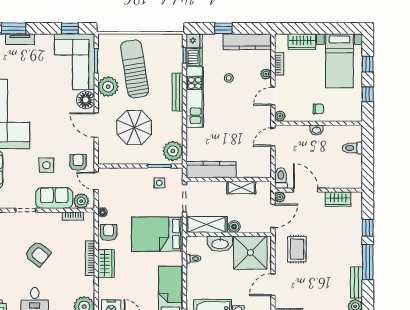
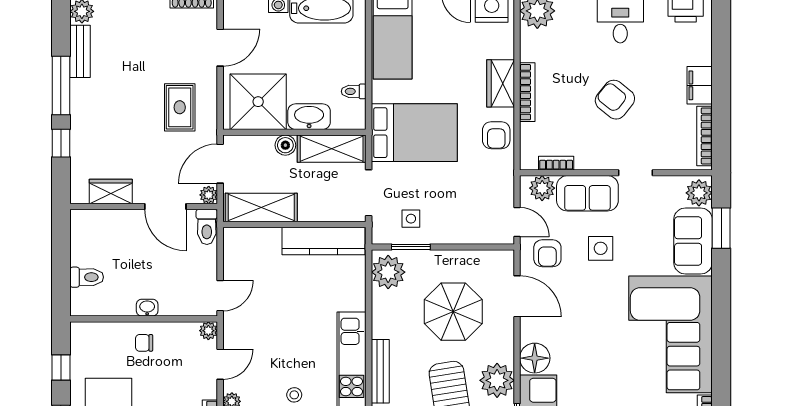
door: (96, 125) -> (517, 296), moved
shelving: (241, 187) -> (261, 207), width x1.50, depth x1.33
floor lamp: (102, 212) -> (506, 169), removed

